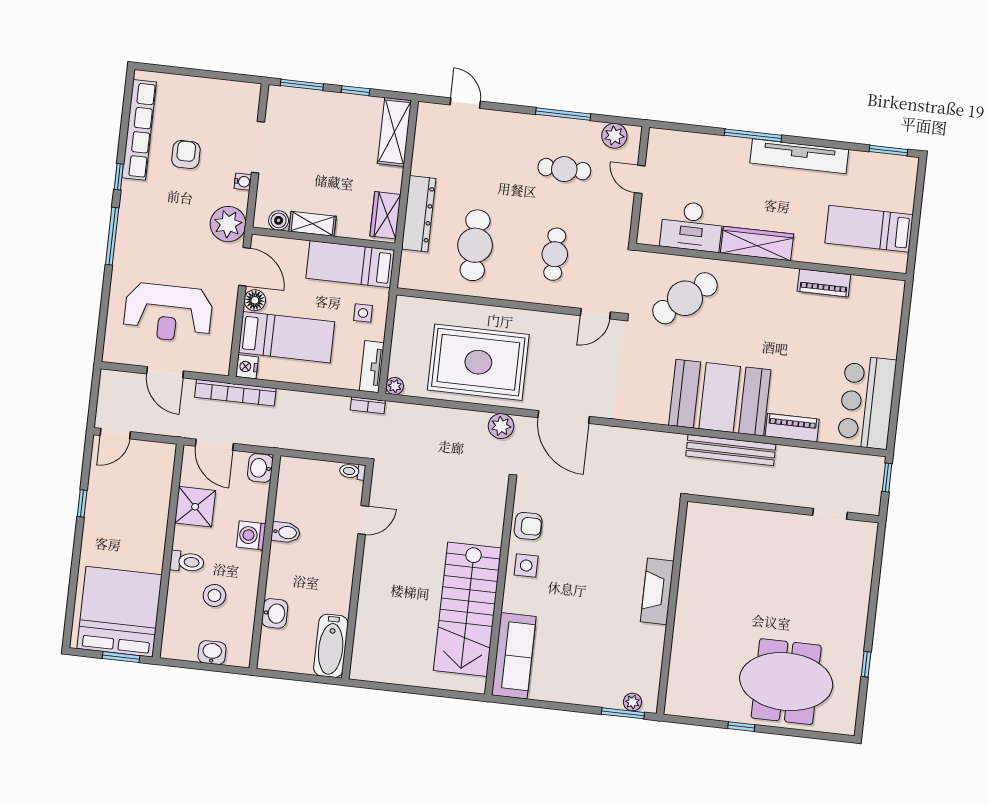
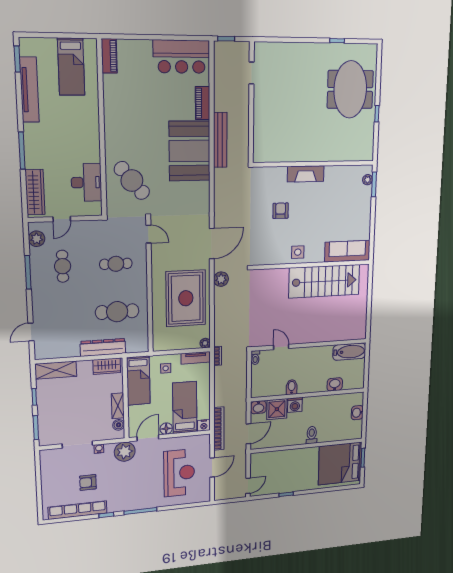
tv unit: (799, 156) -> (29, 90), moved
wardrobe: (757, 243) -> (35, 192), moved, turned 180
piano: (824, 283) -> (109, 56), moved
door: (115, 434) -> (248, 486), hinge flipped
shower: (195, 507) -> (277, 409), moved
armchair: (528, 526) -> (281, 211), moved
stool: (214, 595) -> (328, 417), removed

